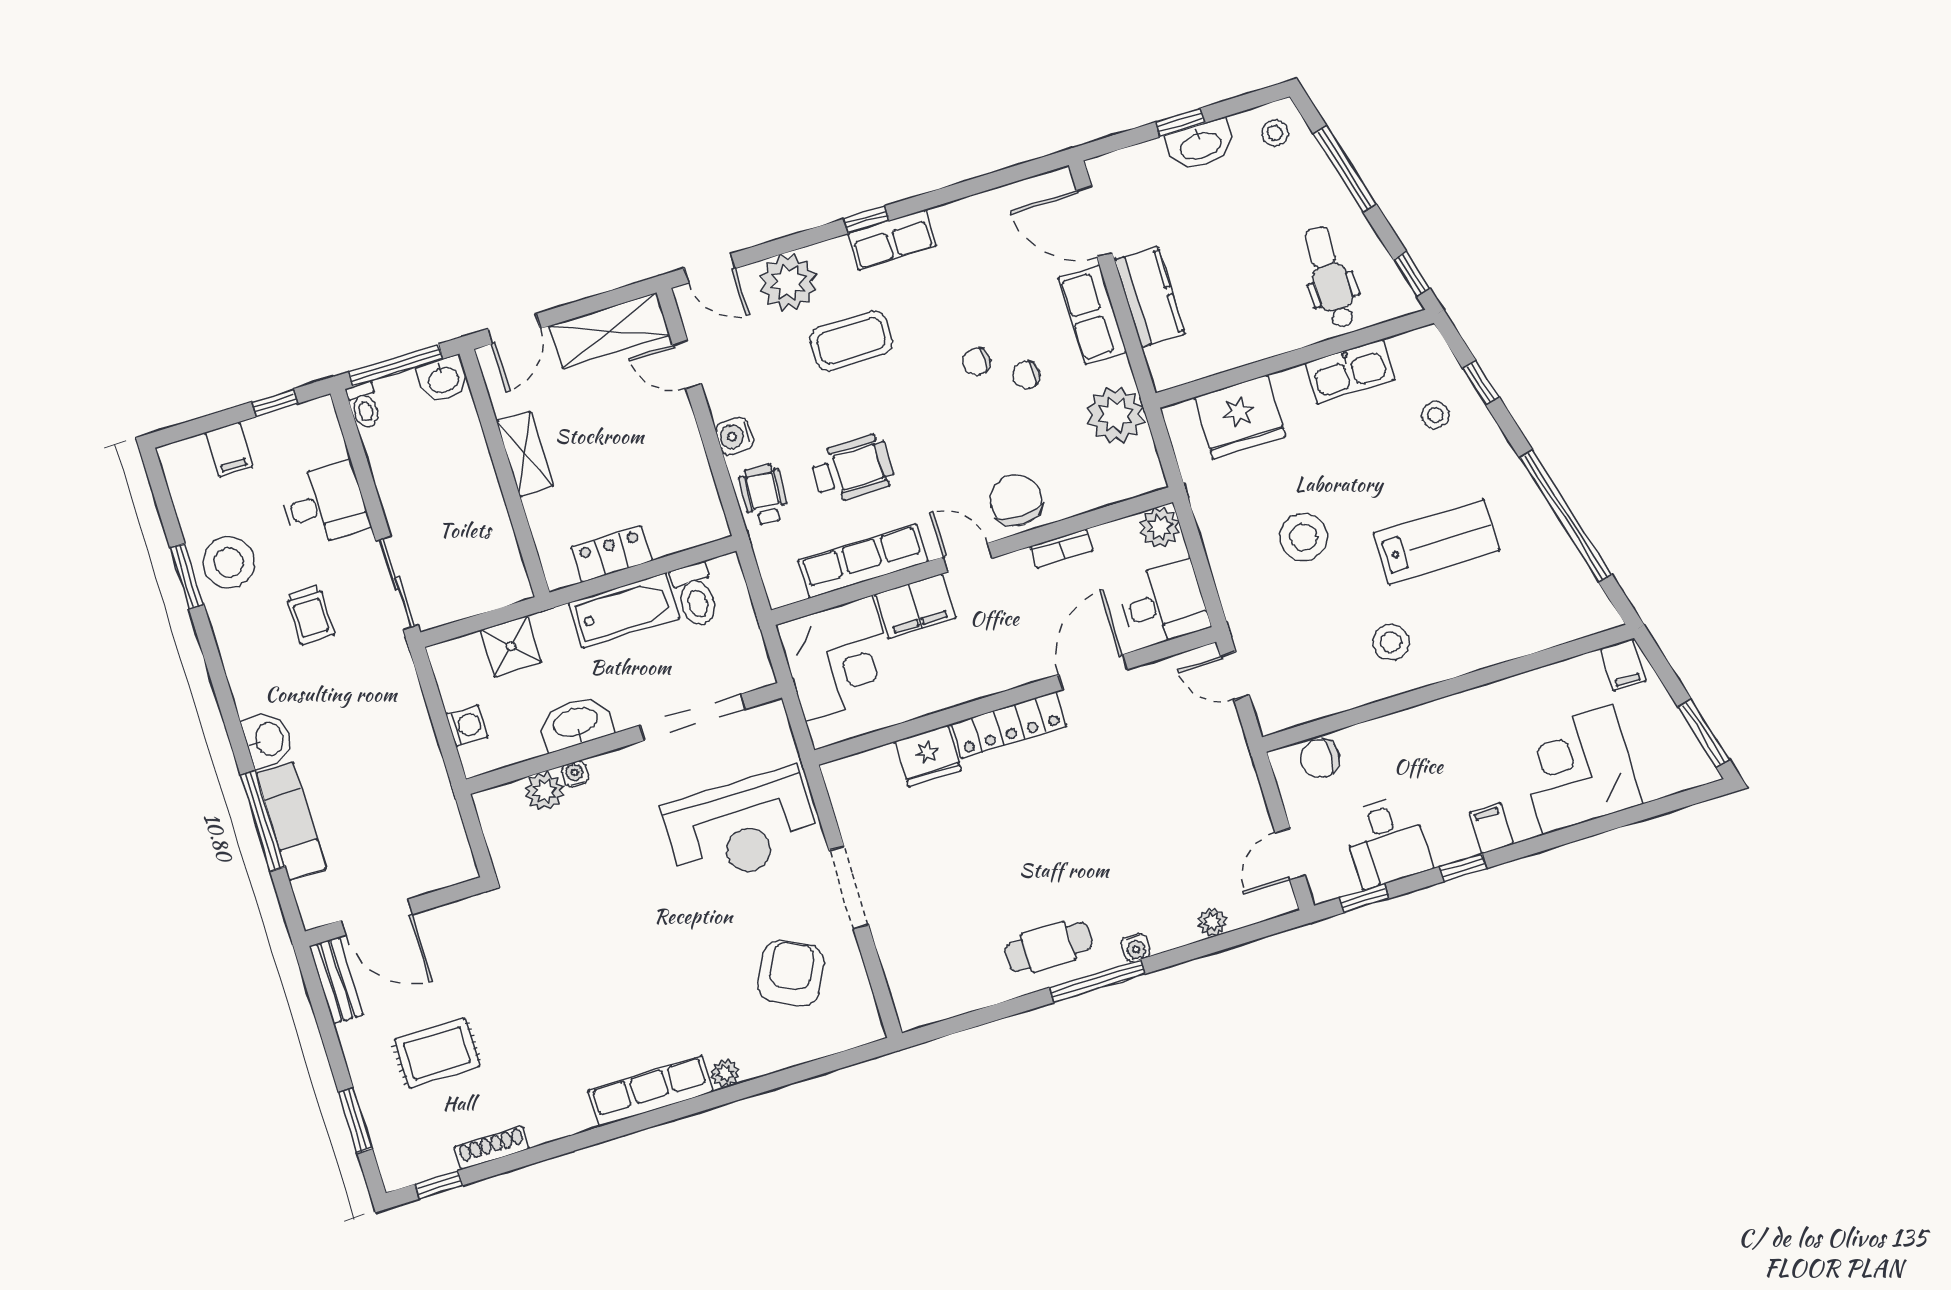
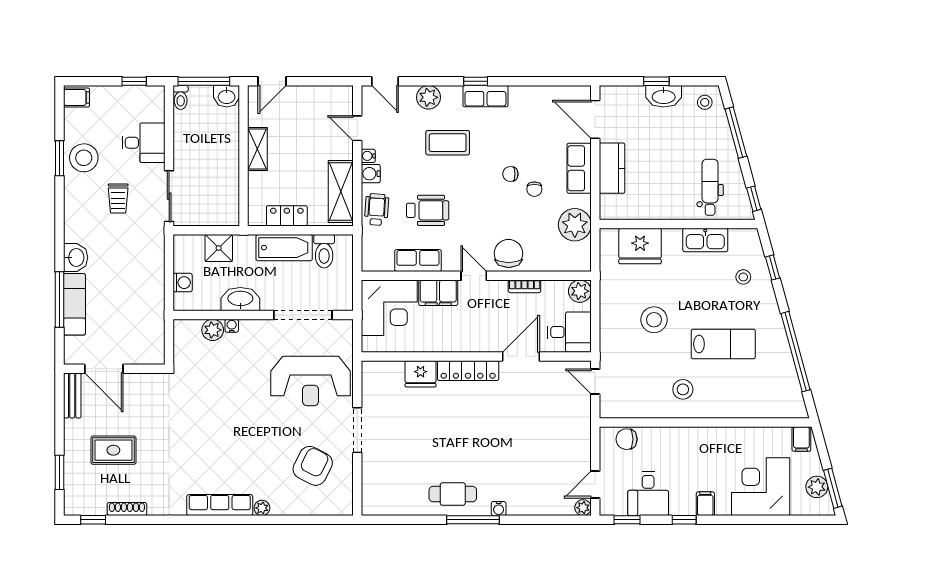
plant: (788, 282) -> (428, 97), width x0.73, depth x0.73
shelving: (610, 331) -> (341, 192), moved, turned 90
chair: (1026, 375) -> (534, 189), turned -90
water cooler: (721, 406) -> (368, 156), added
filing cabinet: (229, 449) -> (77, 97), moved, turned -90
row of seats: (863, 561) -> (418, 261), width x0.68
plant: (1675, 739) -> (817, 487), added
plant: (1212, 922) -> (583, 508), moved

